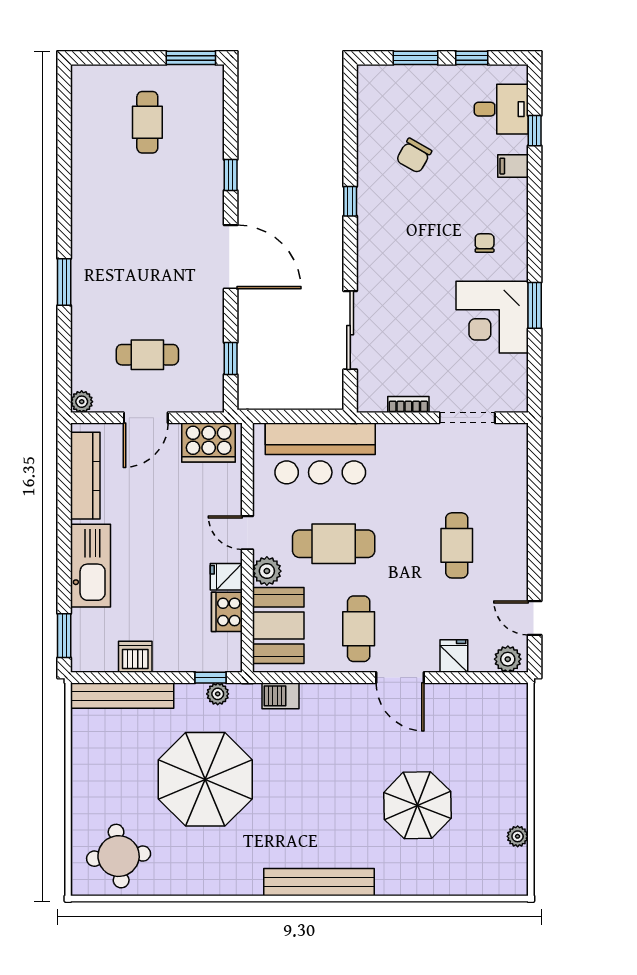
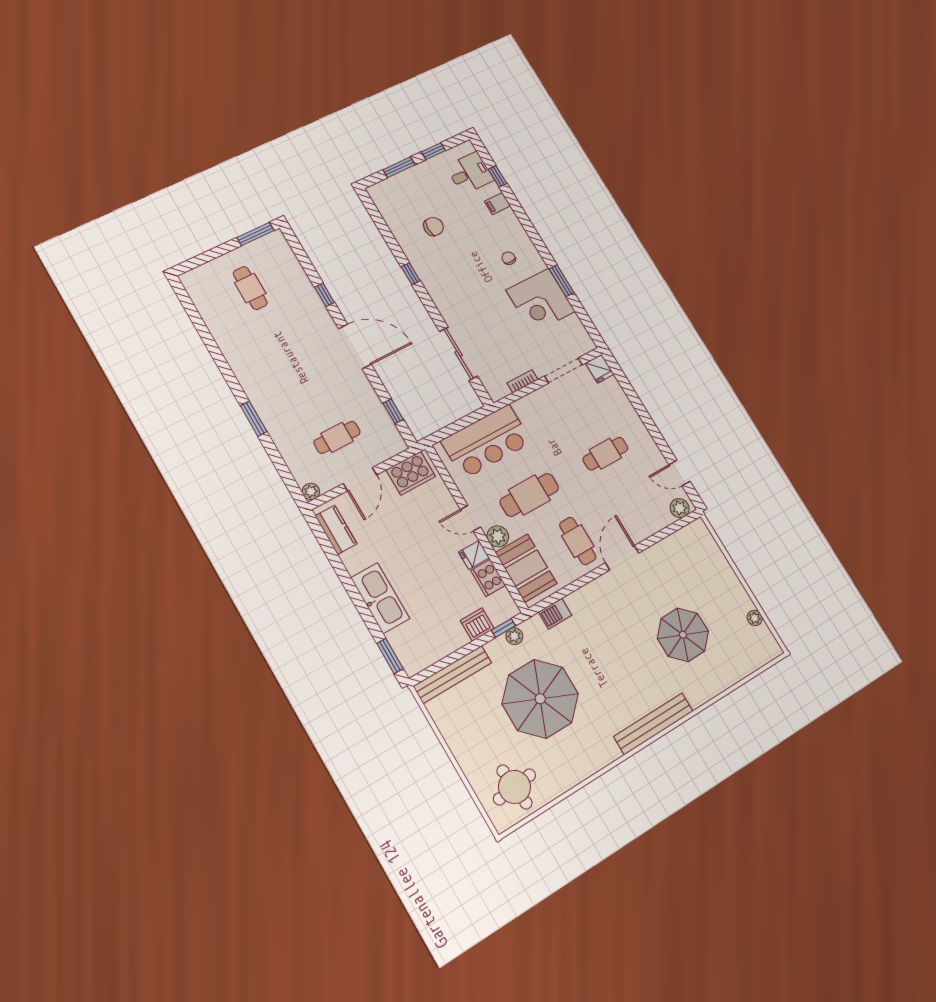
chair: (414, 156) -> (434, 227), turned -120
kitchen counter: (85, 476) -> (336, 530), width x0.67
cafe table: (457, 545) -> (605, 454), turned 90
fridge: (454, 656) -> (600, 369), moved, turned 180
dishwasher: (135, 657) -> (477, 624), moved
door: (400, 678) -> (622, 558), swing flipped

